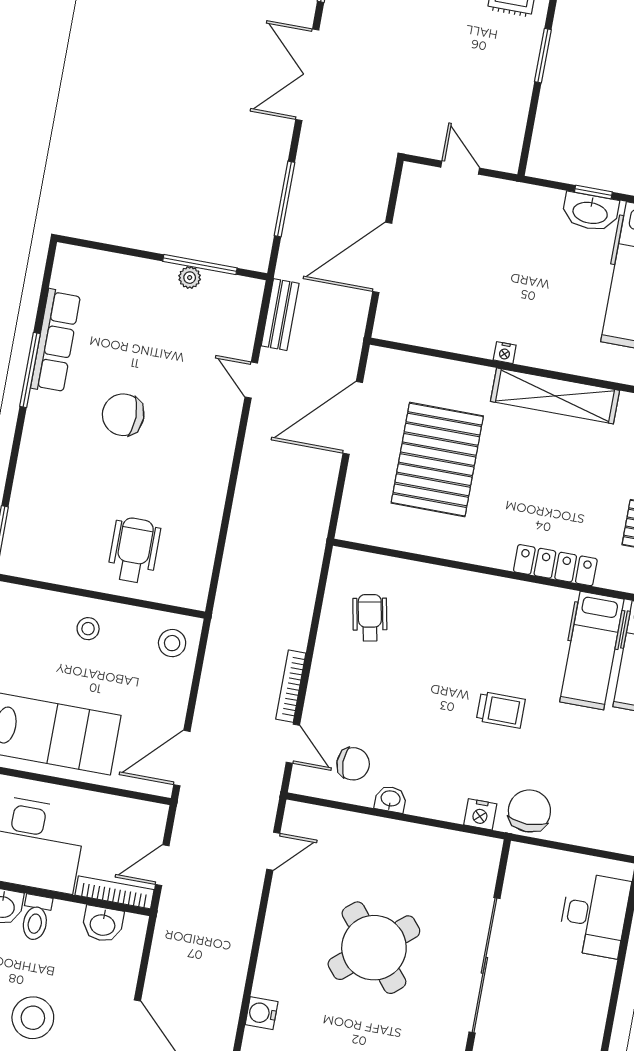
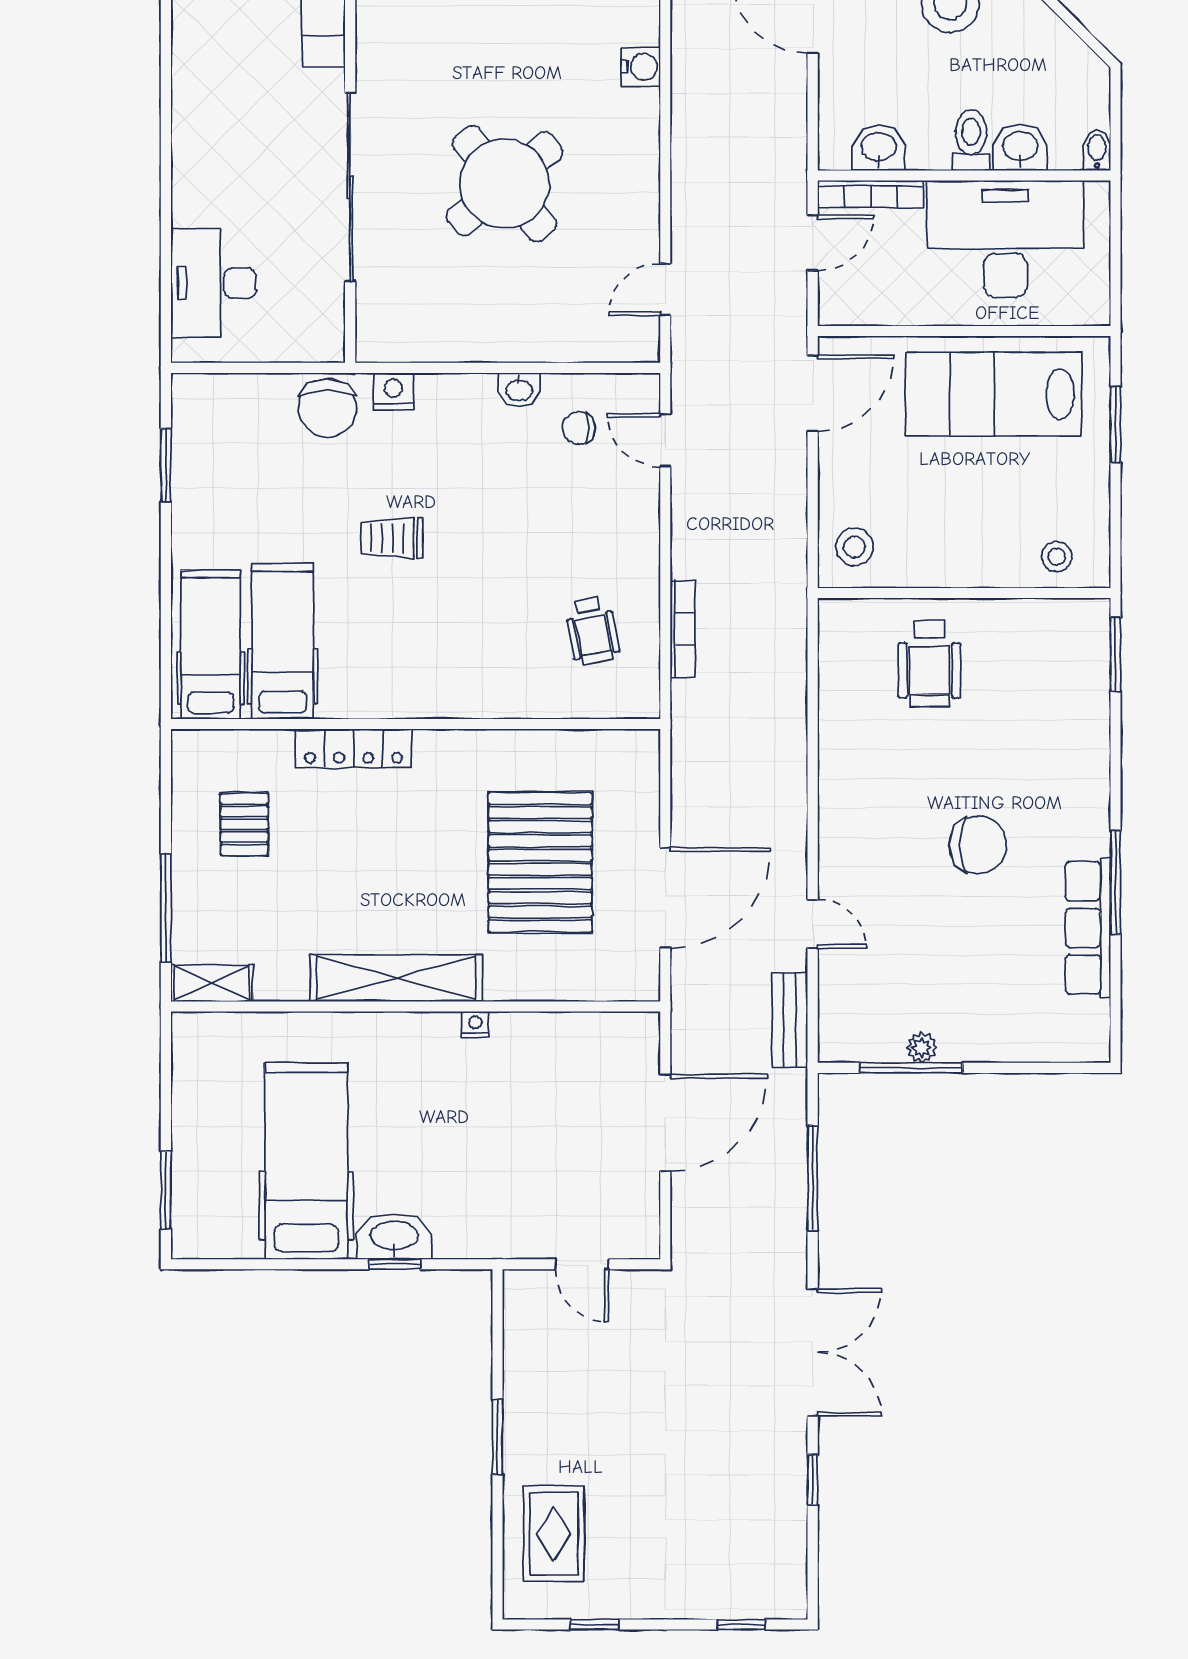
stool: (88, 629) -> (1057, 557), moved
bookcase: (291, 686) -> (683, 629), moved
chair: (353, 764) -> (579, 428), width x0.73, depth x0.73

